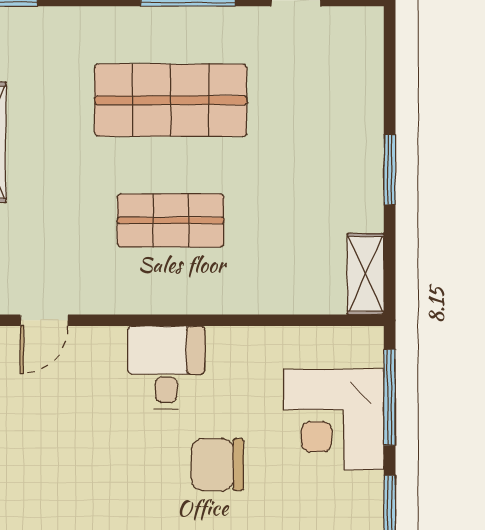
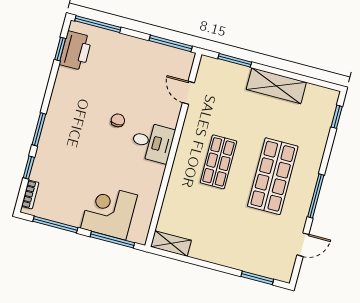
window: (390, 170) -> (257, 278), moved
chair: (217, 465) -> (118, 120), moved, width x0.54, depth x0.54

